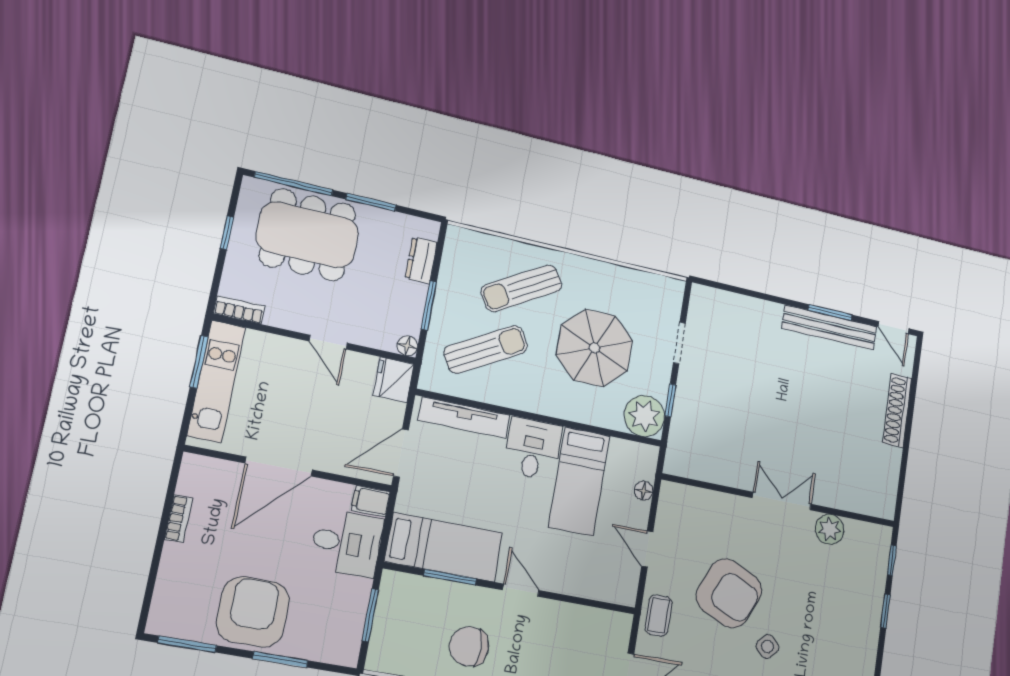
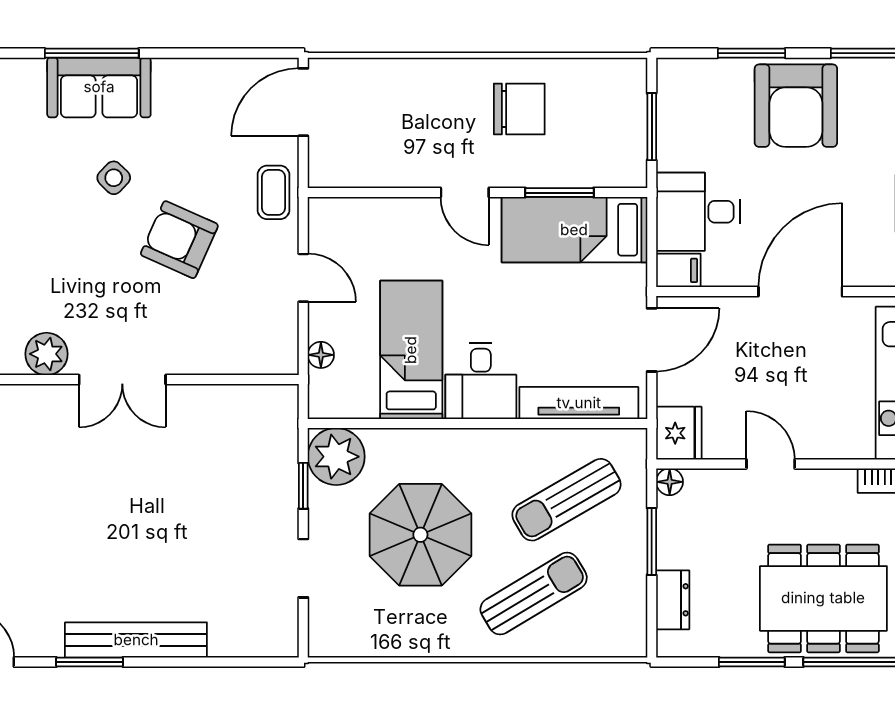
bench: (829, 327) -> (136, 640), moved
armchair: (729, 593) -> (179, 240), width x0.73, depth x0.73

